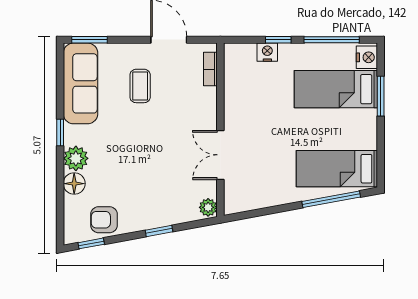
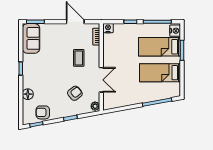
nightstand: (267, 52) -> (108, 28), moved
sofa: (80, 83) -> (31, 38), width x0.73
coffee table: (140, 86) -> (79, 58), moved
double door: (220, 155) -> (101, 80), swing flipped
plant: (76, 158) -> (29, 82), removed
bed: (337, 169) -> (160, 73), moved
armchair: (168, 182) -> (75, 93), added

